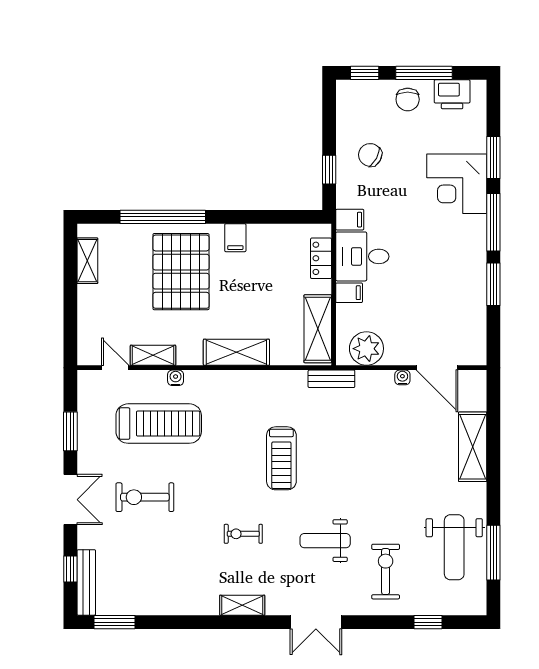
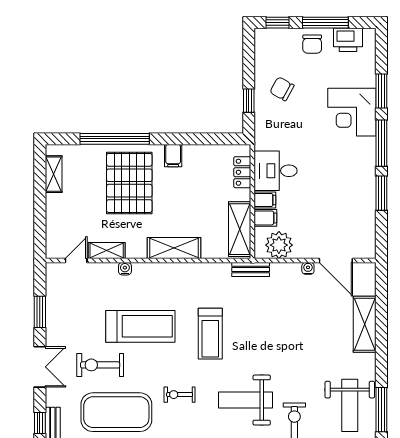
filing cabinet: (350, 220) -> (265, 218), moved
door: (115, 368) -> (76, 261), hinge flipped
treadmill: (159, 424) -> (140, 326), moved
weight bench: (325, 541) -> (246, 400), width x1.36, depth x1.33
exercise mat: (165, 556) -> (116, 412), added

